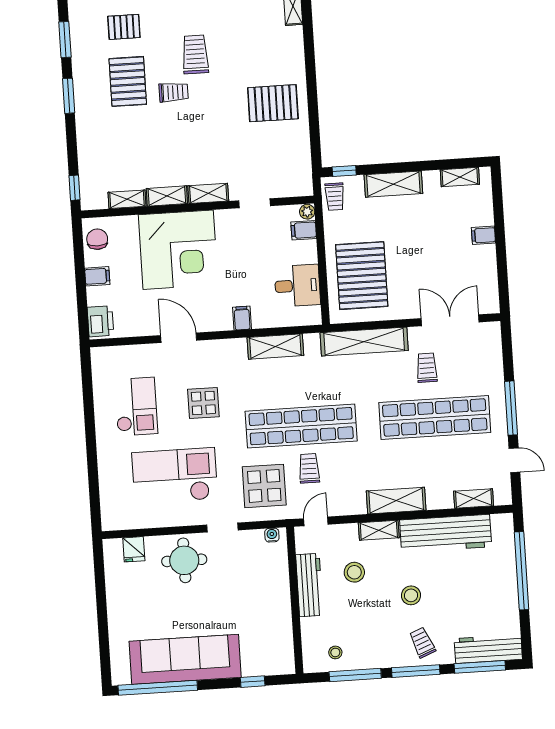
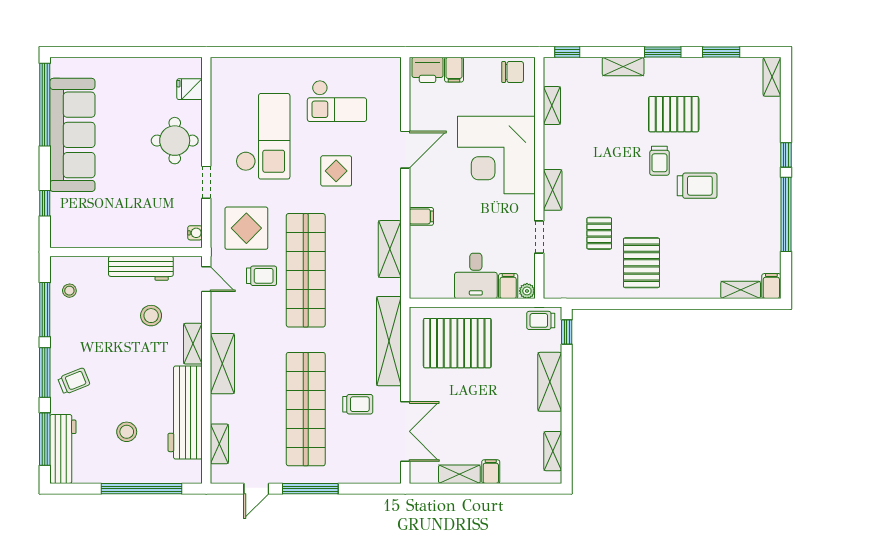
pallet: (124, 27) -> (599, 233), moved
shelving: (167, 196) -> (623, 66), moved, turned 90
shelving: (488, 265) -> (459, 474), added
filing cabinet: (97, 276) -> (454, 70), moved
desk: (297, 286) -> (476, 276), moved
stool: (411, 595) -> (127, 432), moved

